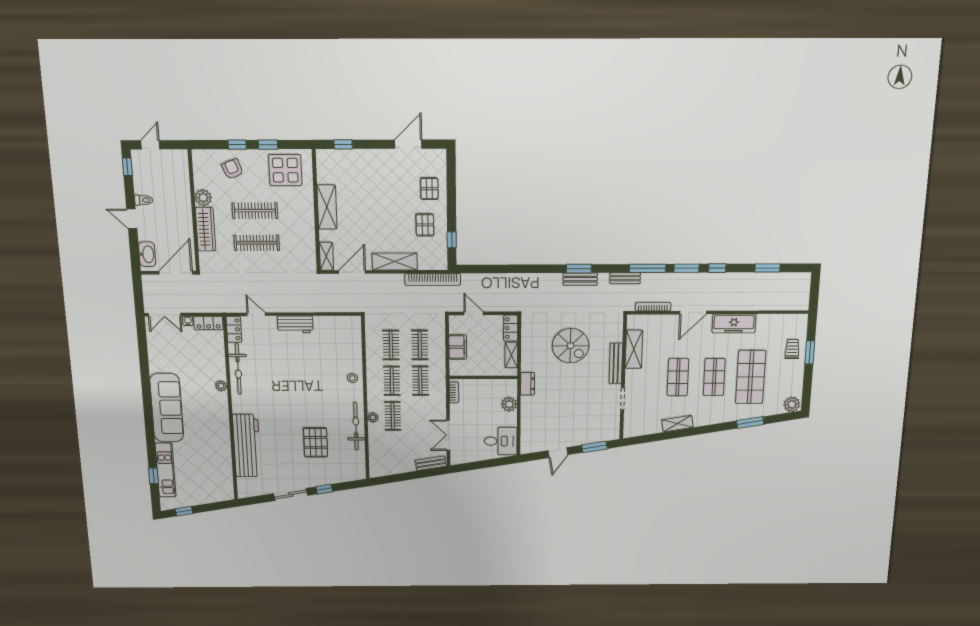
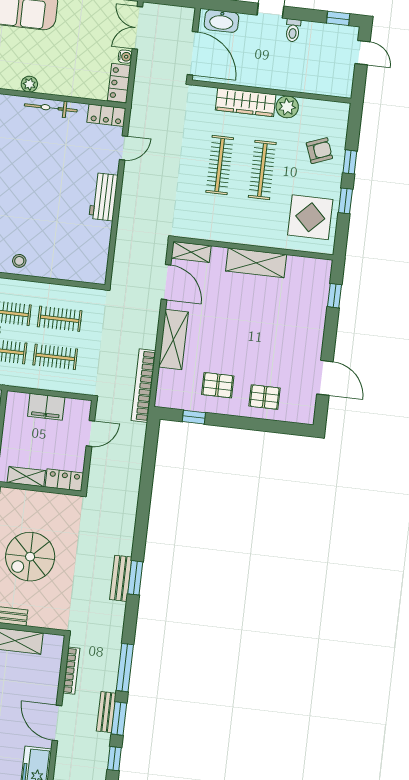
bench: (625, 278) -> (106, 712), moved
bicycle: (238, 369) -> (51, 108), width x0.73, depth x0.71

